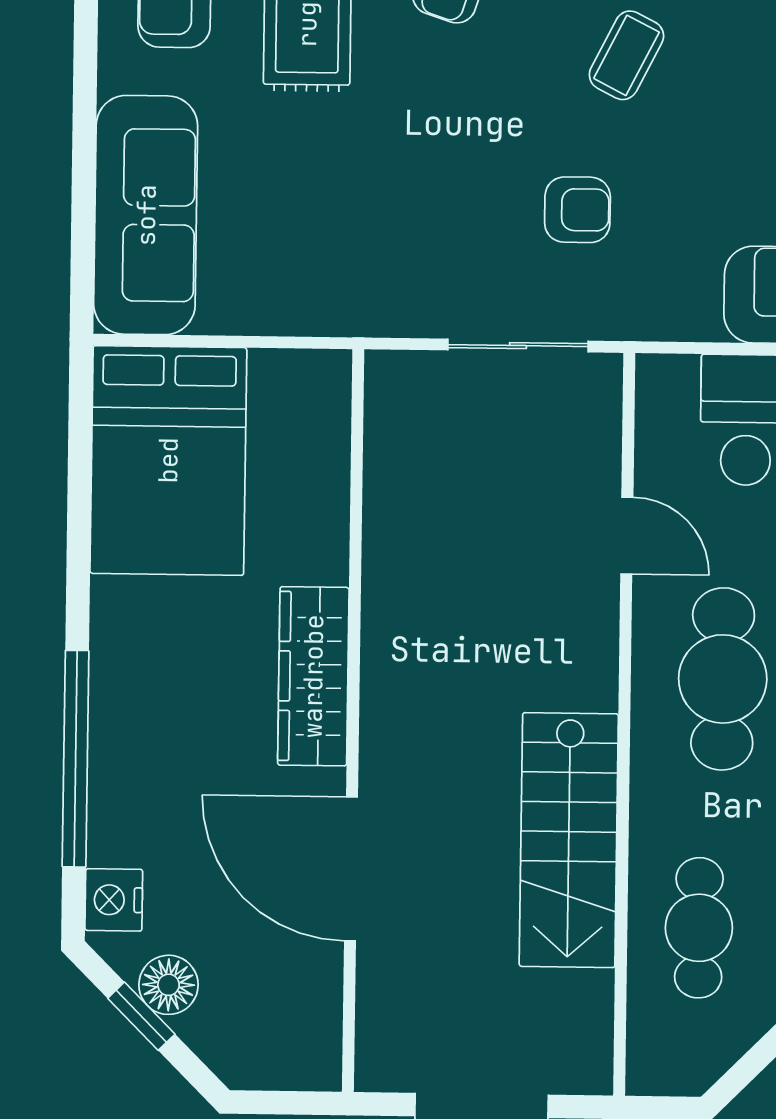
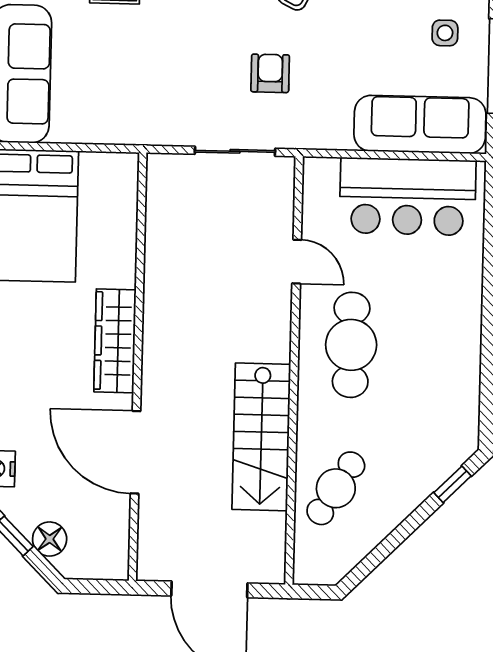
armchair: (577, 210) -> (270, 73), turned -90
cafe table: (699, 928) -> (336, 488), turned 32
floor lamp: (169, 985) -> (50, 539), moved

